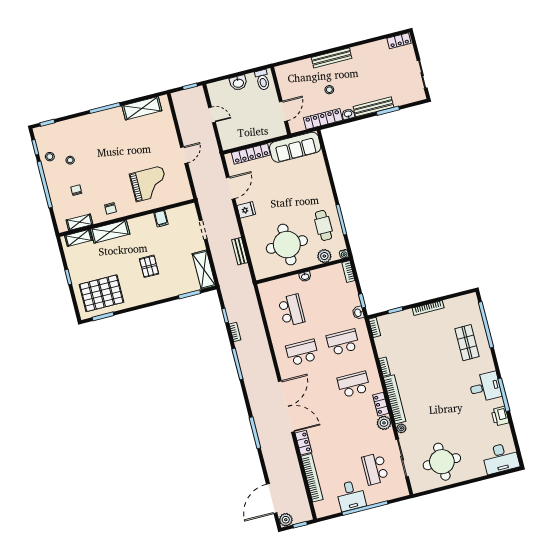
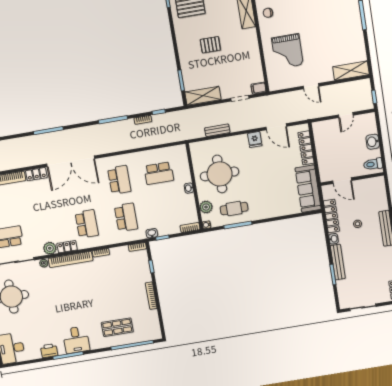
shelving: (142, 108) -> (351, 71), moved, turned 90
filing cabinet: (161, 219) -> (258, 88), moved

